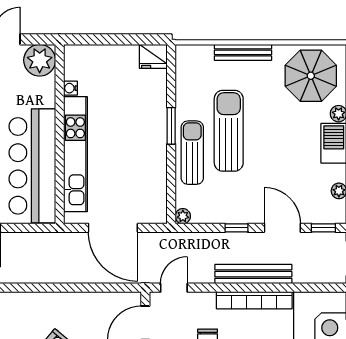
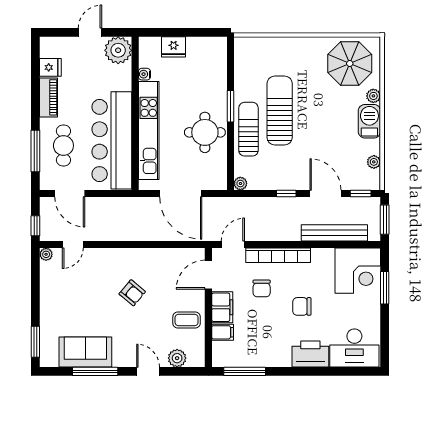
bench: (243, 52) -> (292, 44), removed
fridge: (153, 56) -> (174, 47), moved
round table: (141, 156) -> (205, 132), added
bench: (253, 274) -> (334, 233), moved
bookcase: (254, 300) -> (278, 255), moved

